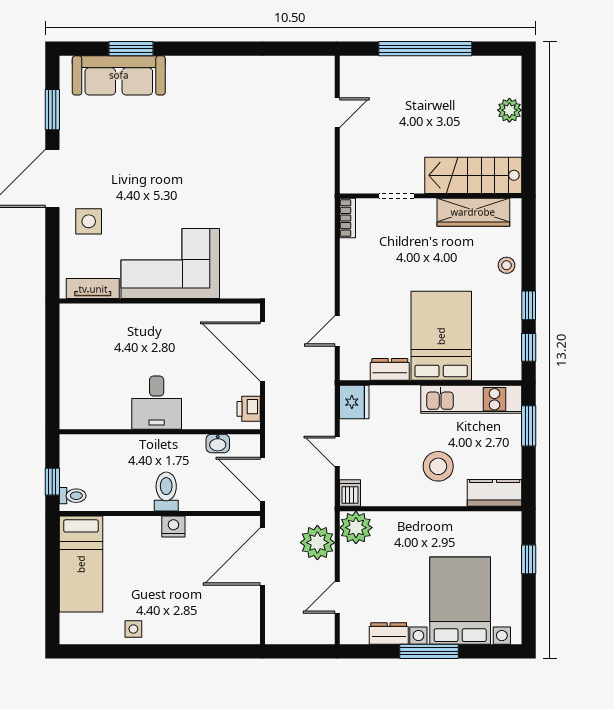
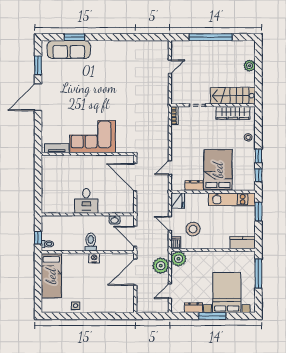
side table: (89, 221) -> (55, 117), removed
printer: (249, 409) -> (129, 204), removed
stool: (438, 466) -> (193, 229), moved
window: (529, 559) -> (258, 273), width x2.17

